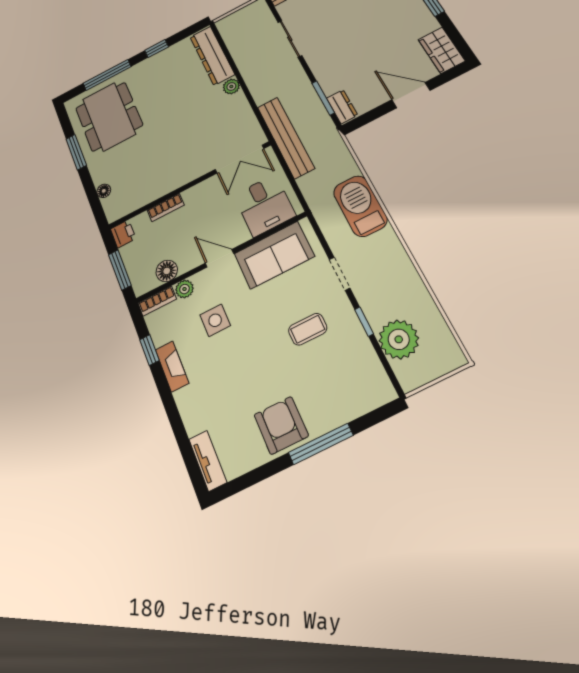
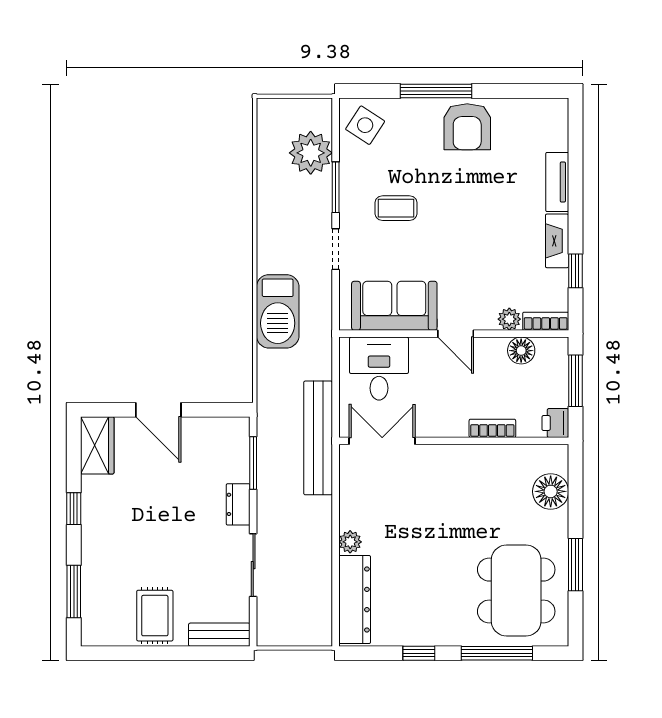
dresser: (342, 107) -> (238, 504), moved
floor lamp: (104, 191) -> (551, 491), width x1.89, depth x1.89
side table: (215, 320) -> (365, 125), moved, turned 33
window: (364, 322) -> (336, 187), width x1.50
tv unit: (208, 461) -> (557, 182), moved

